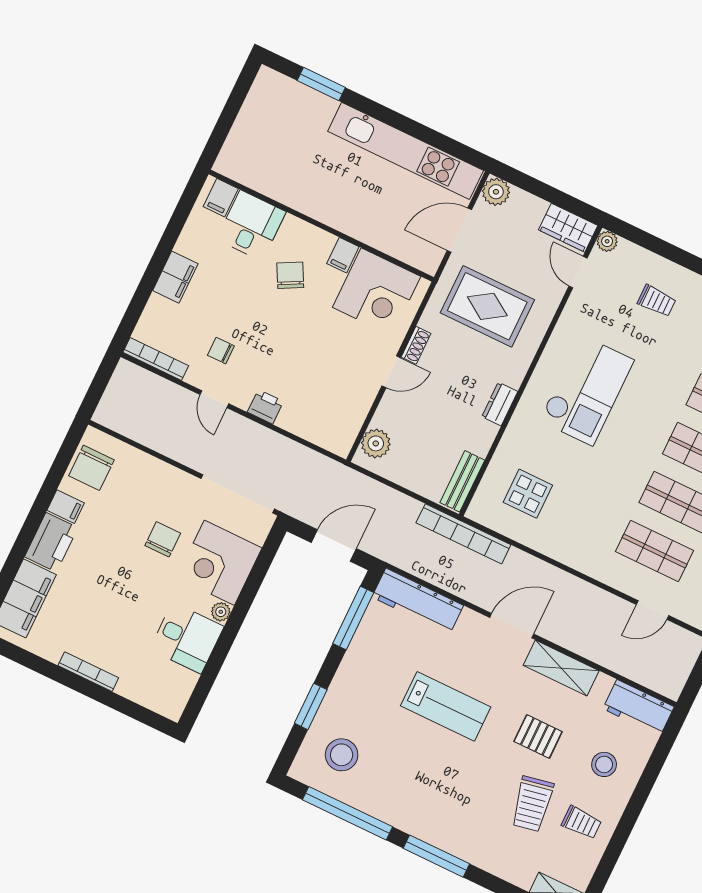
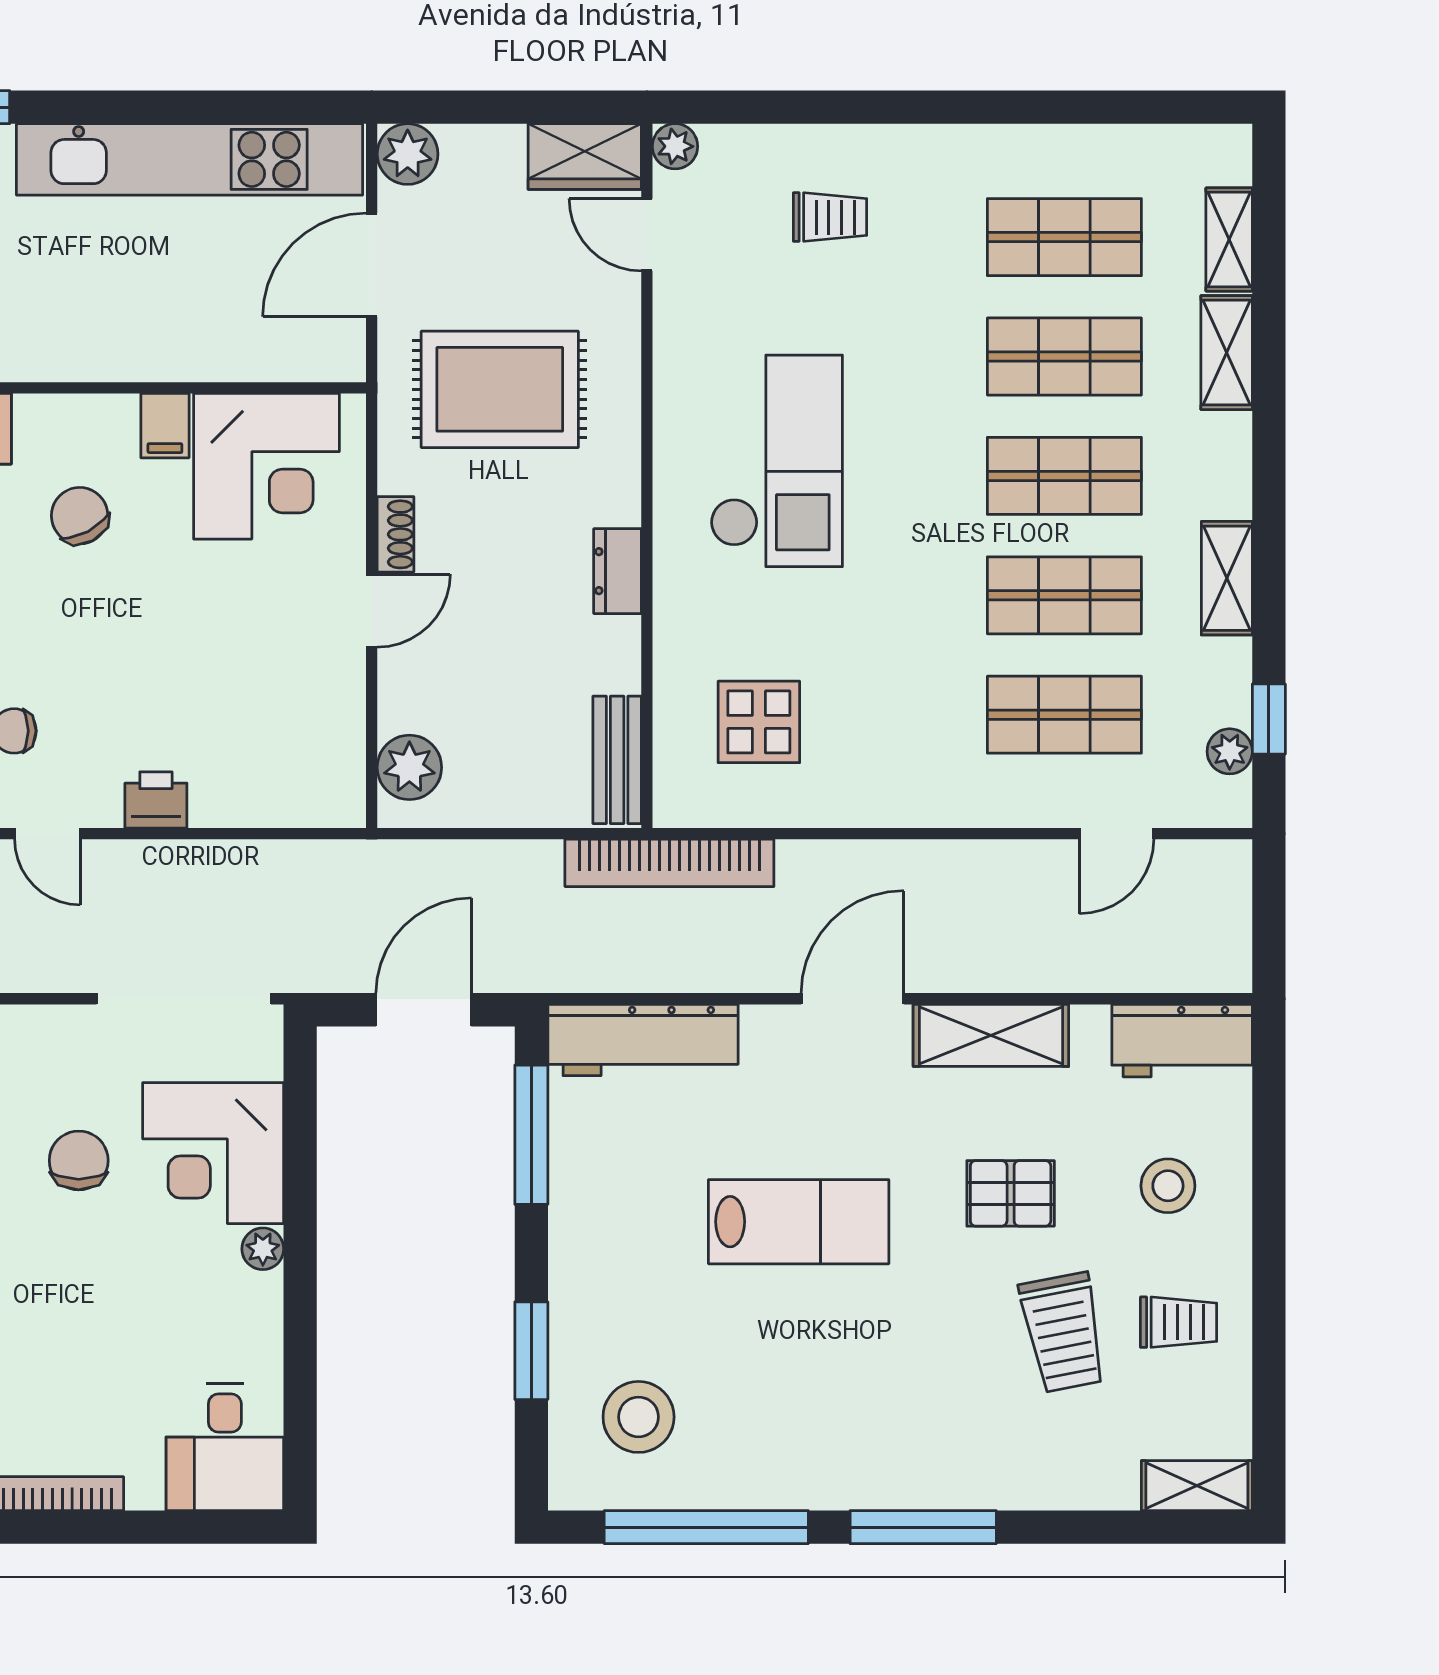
desk: (187, 638) -> (225, 1447), moved, turned 90

